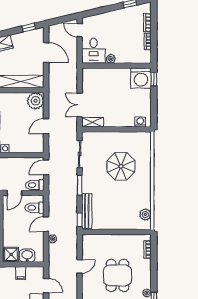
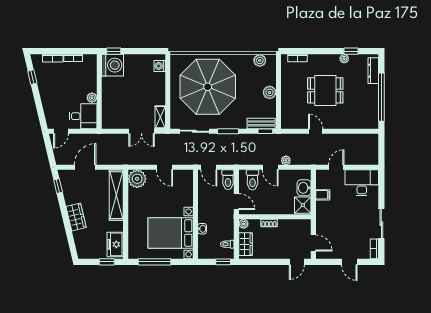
parasol: (121, 166) -> (208, 87), width x1.86, depth x1.86
bench: (87, 211) -> (261, 123), width x0.73
plant: (116, 224) -> (270, 92), added

